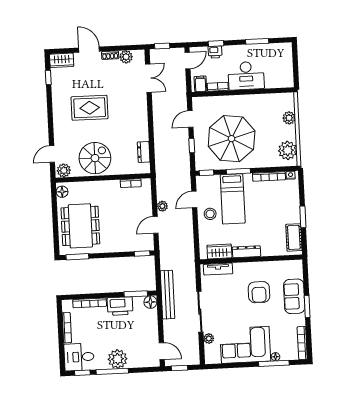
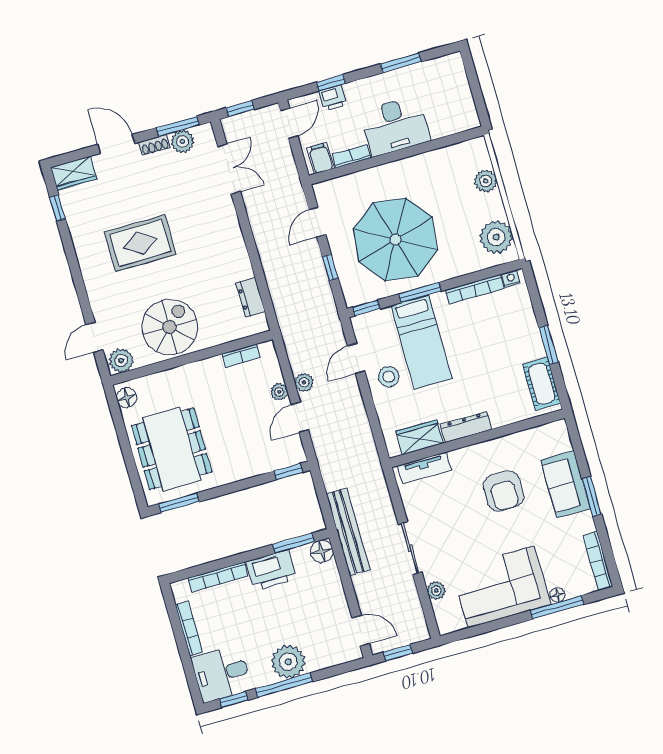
window: (125, 48) -> (178, 126), added
plant: (147, 208) -> (279, 392), added
sliding door: (200, 312) -> (410, 548), width x0.73

